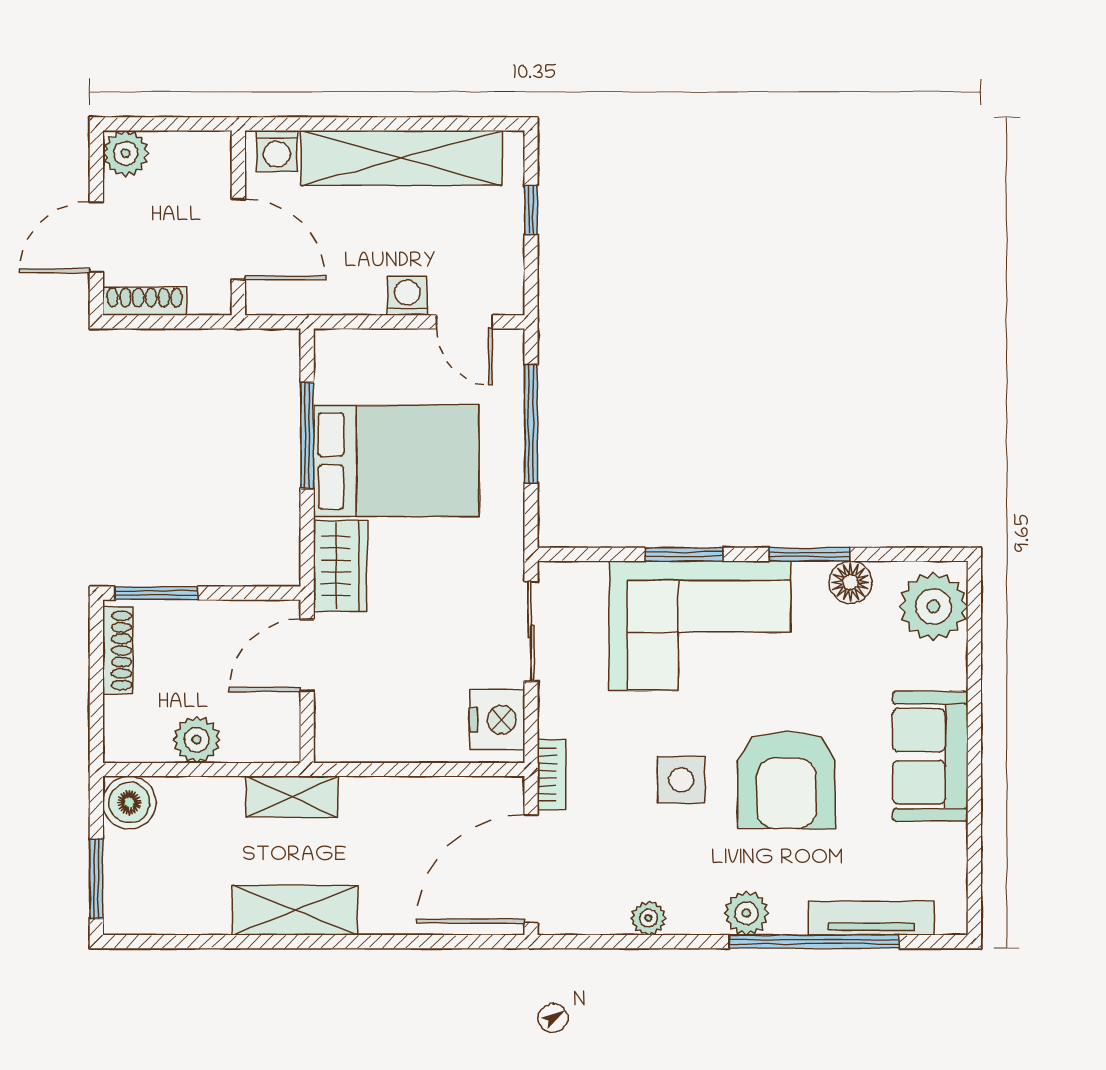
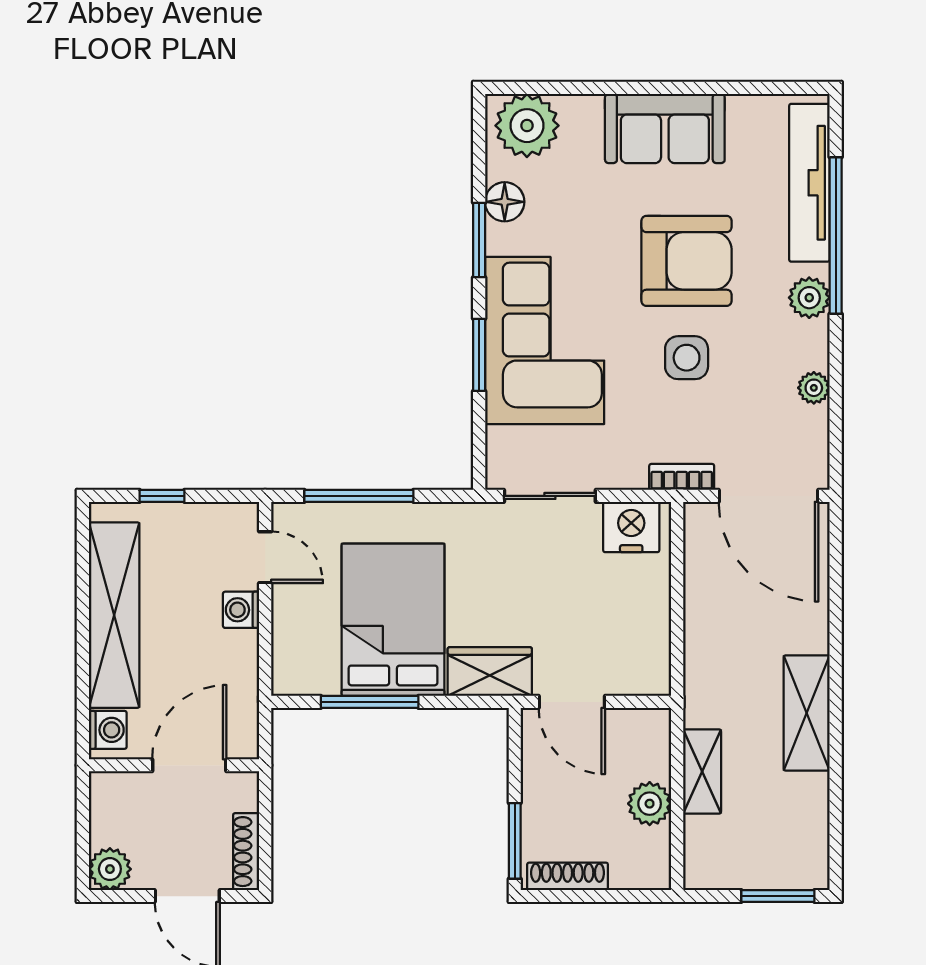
door: (464, 322) -> (265, 557), hinge flipped
shelving: (292, 797) -> (702, 771), moved
boiler: (129, 803) -> (708, 866), removed
tv unit: (871, 918) -> (809, 183), width x1.36, depth x1.29

